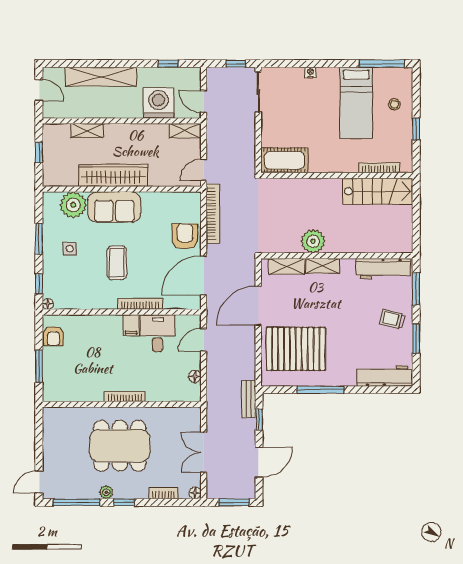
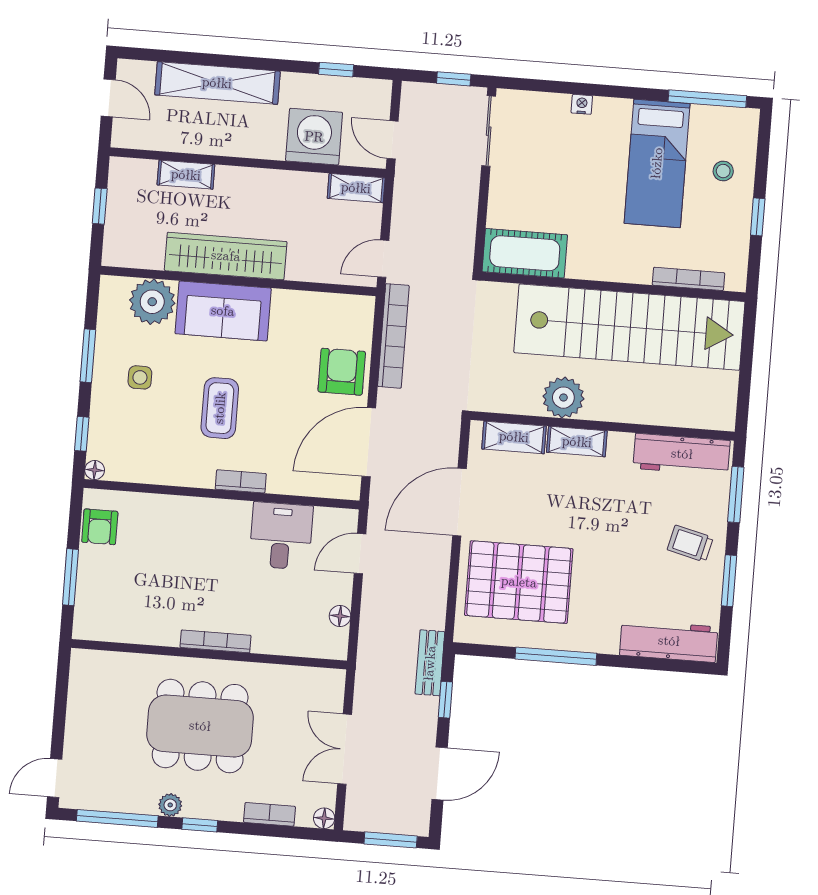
stairs: (378, 191) -> (629, 327), width x1.86, depth x1.51
bookcase: (140, 304) -> (241, 481), width x0.64
filing cabinet: (131, 325) -> (236, 518), removed

